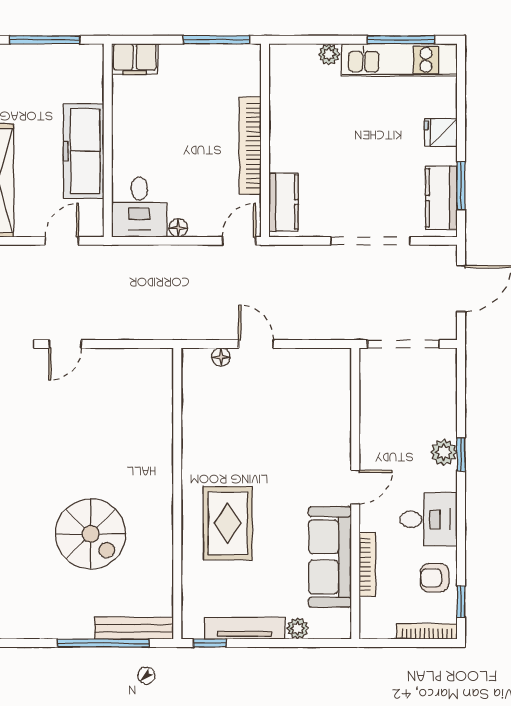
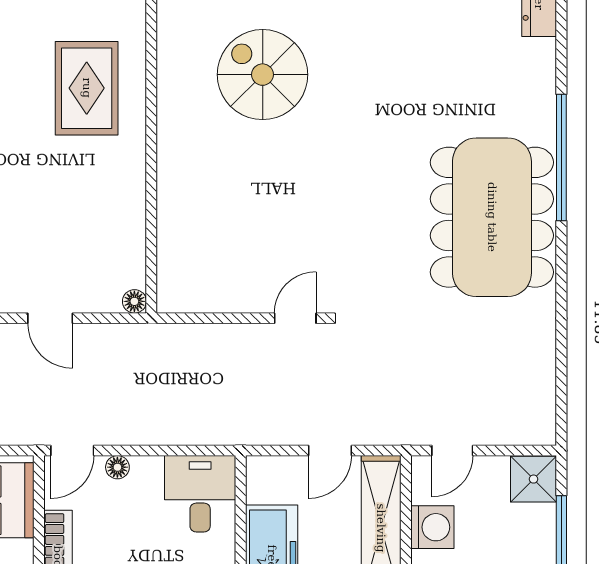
floor lamp: (178, 228) -> (117, 467), moved
door: (62, 241) -> (330, 451), moved
floor lamp: (221, 357) -> (134, 301), moved

